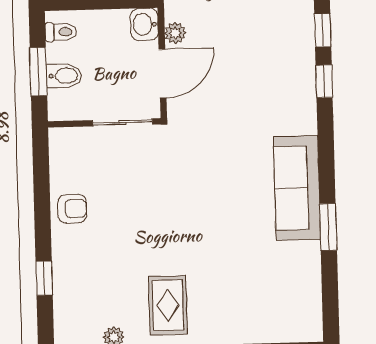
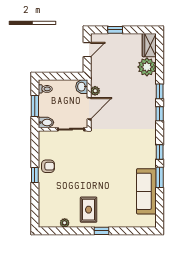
bidet: (64, 76) -> (46, 122), moved
window: (327, 169) -> (160, 152), added
sofa: (297, 188) -> (146, 191), moved
window: (44, 278) -> (35, 175), moved

